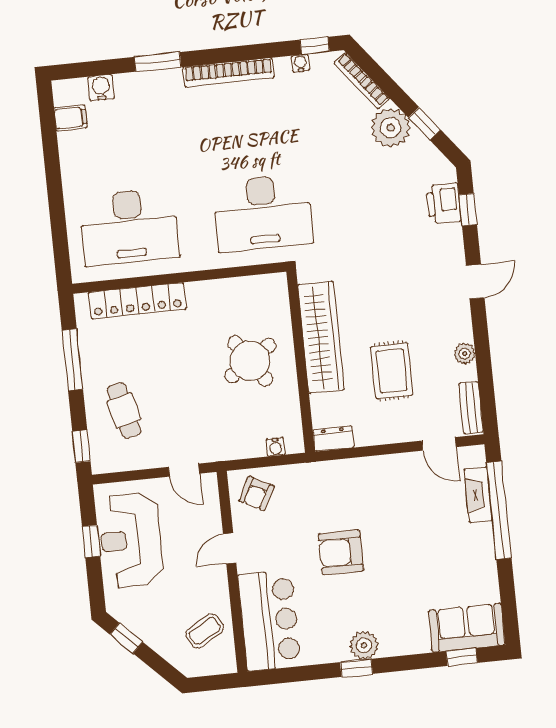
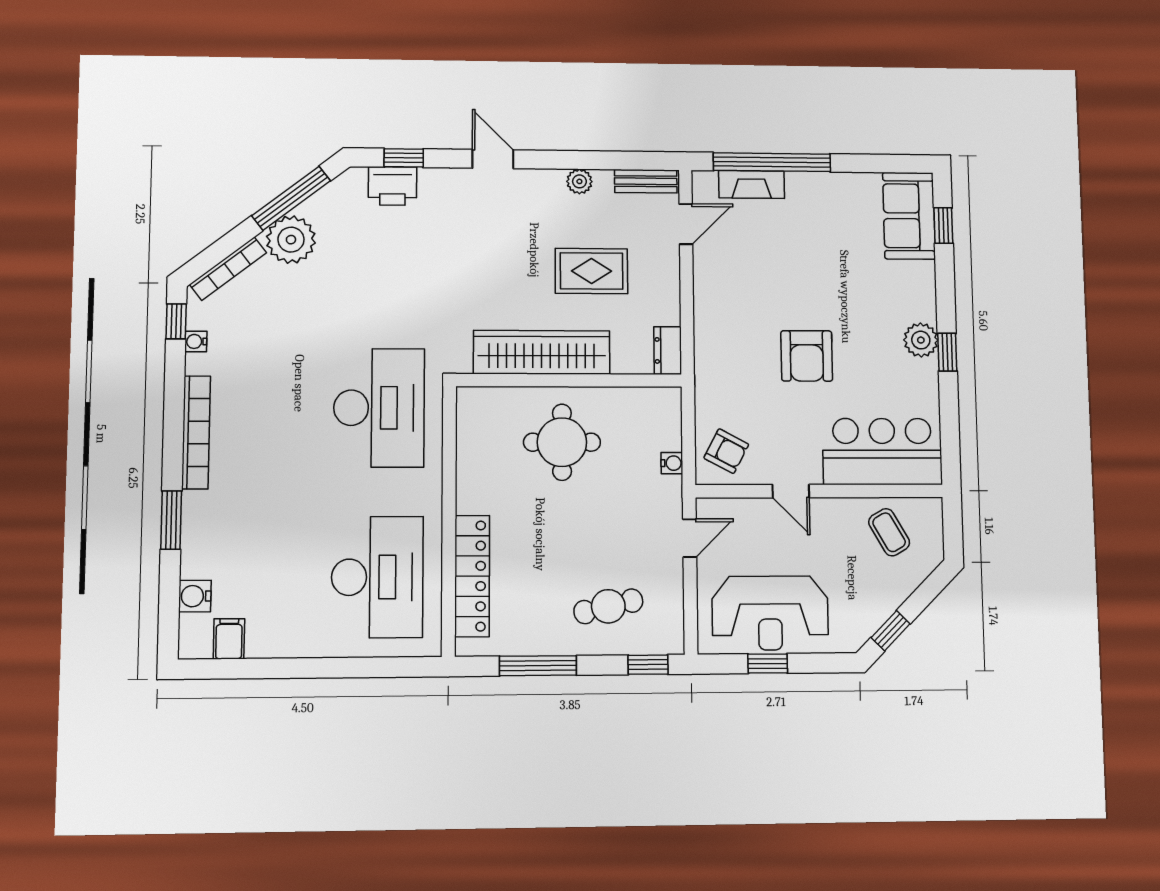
window: (424, 124) -> (291, 198), width x2.17
round table: (250, 361) -> (562, 442), turned 34
water cooler: (276, 447) -> (672, 463), moved

